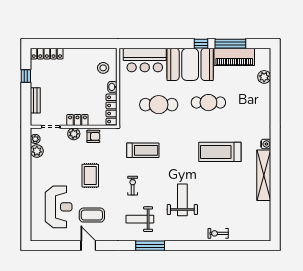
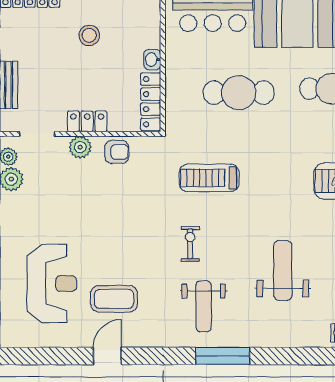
stool: (103, 68) -> (89, 35), moved
treadmill: (143, 150) -> (209, 178), turned 180
rug: (90, 176) -> (111, 225), removed
weight bench: (140, 219) -> (204, 306), turned -90
door: (88, 246) -> (107, 356), hinge flipped

